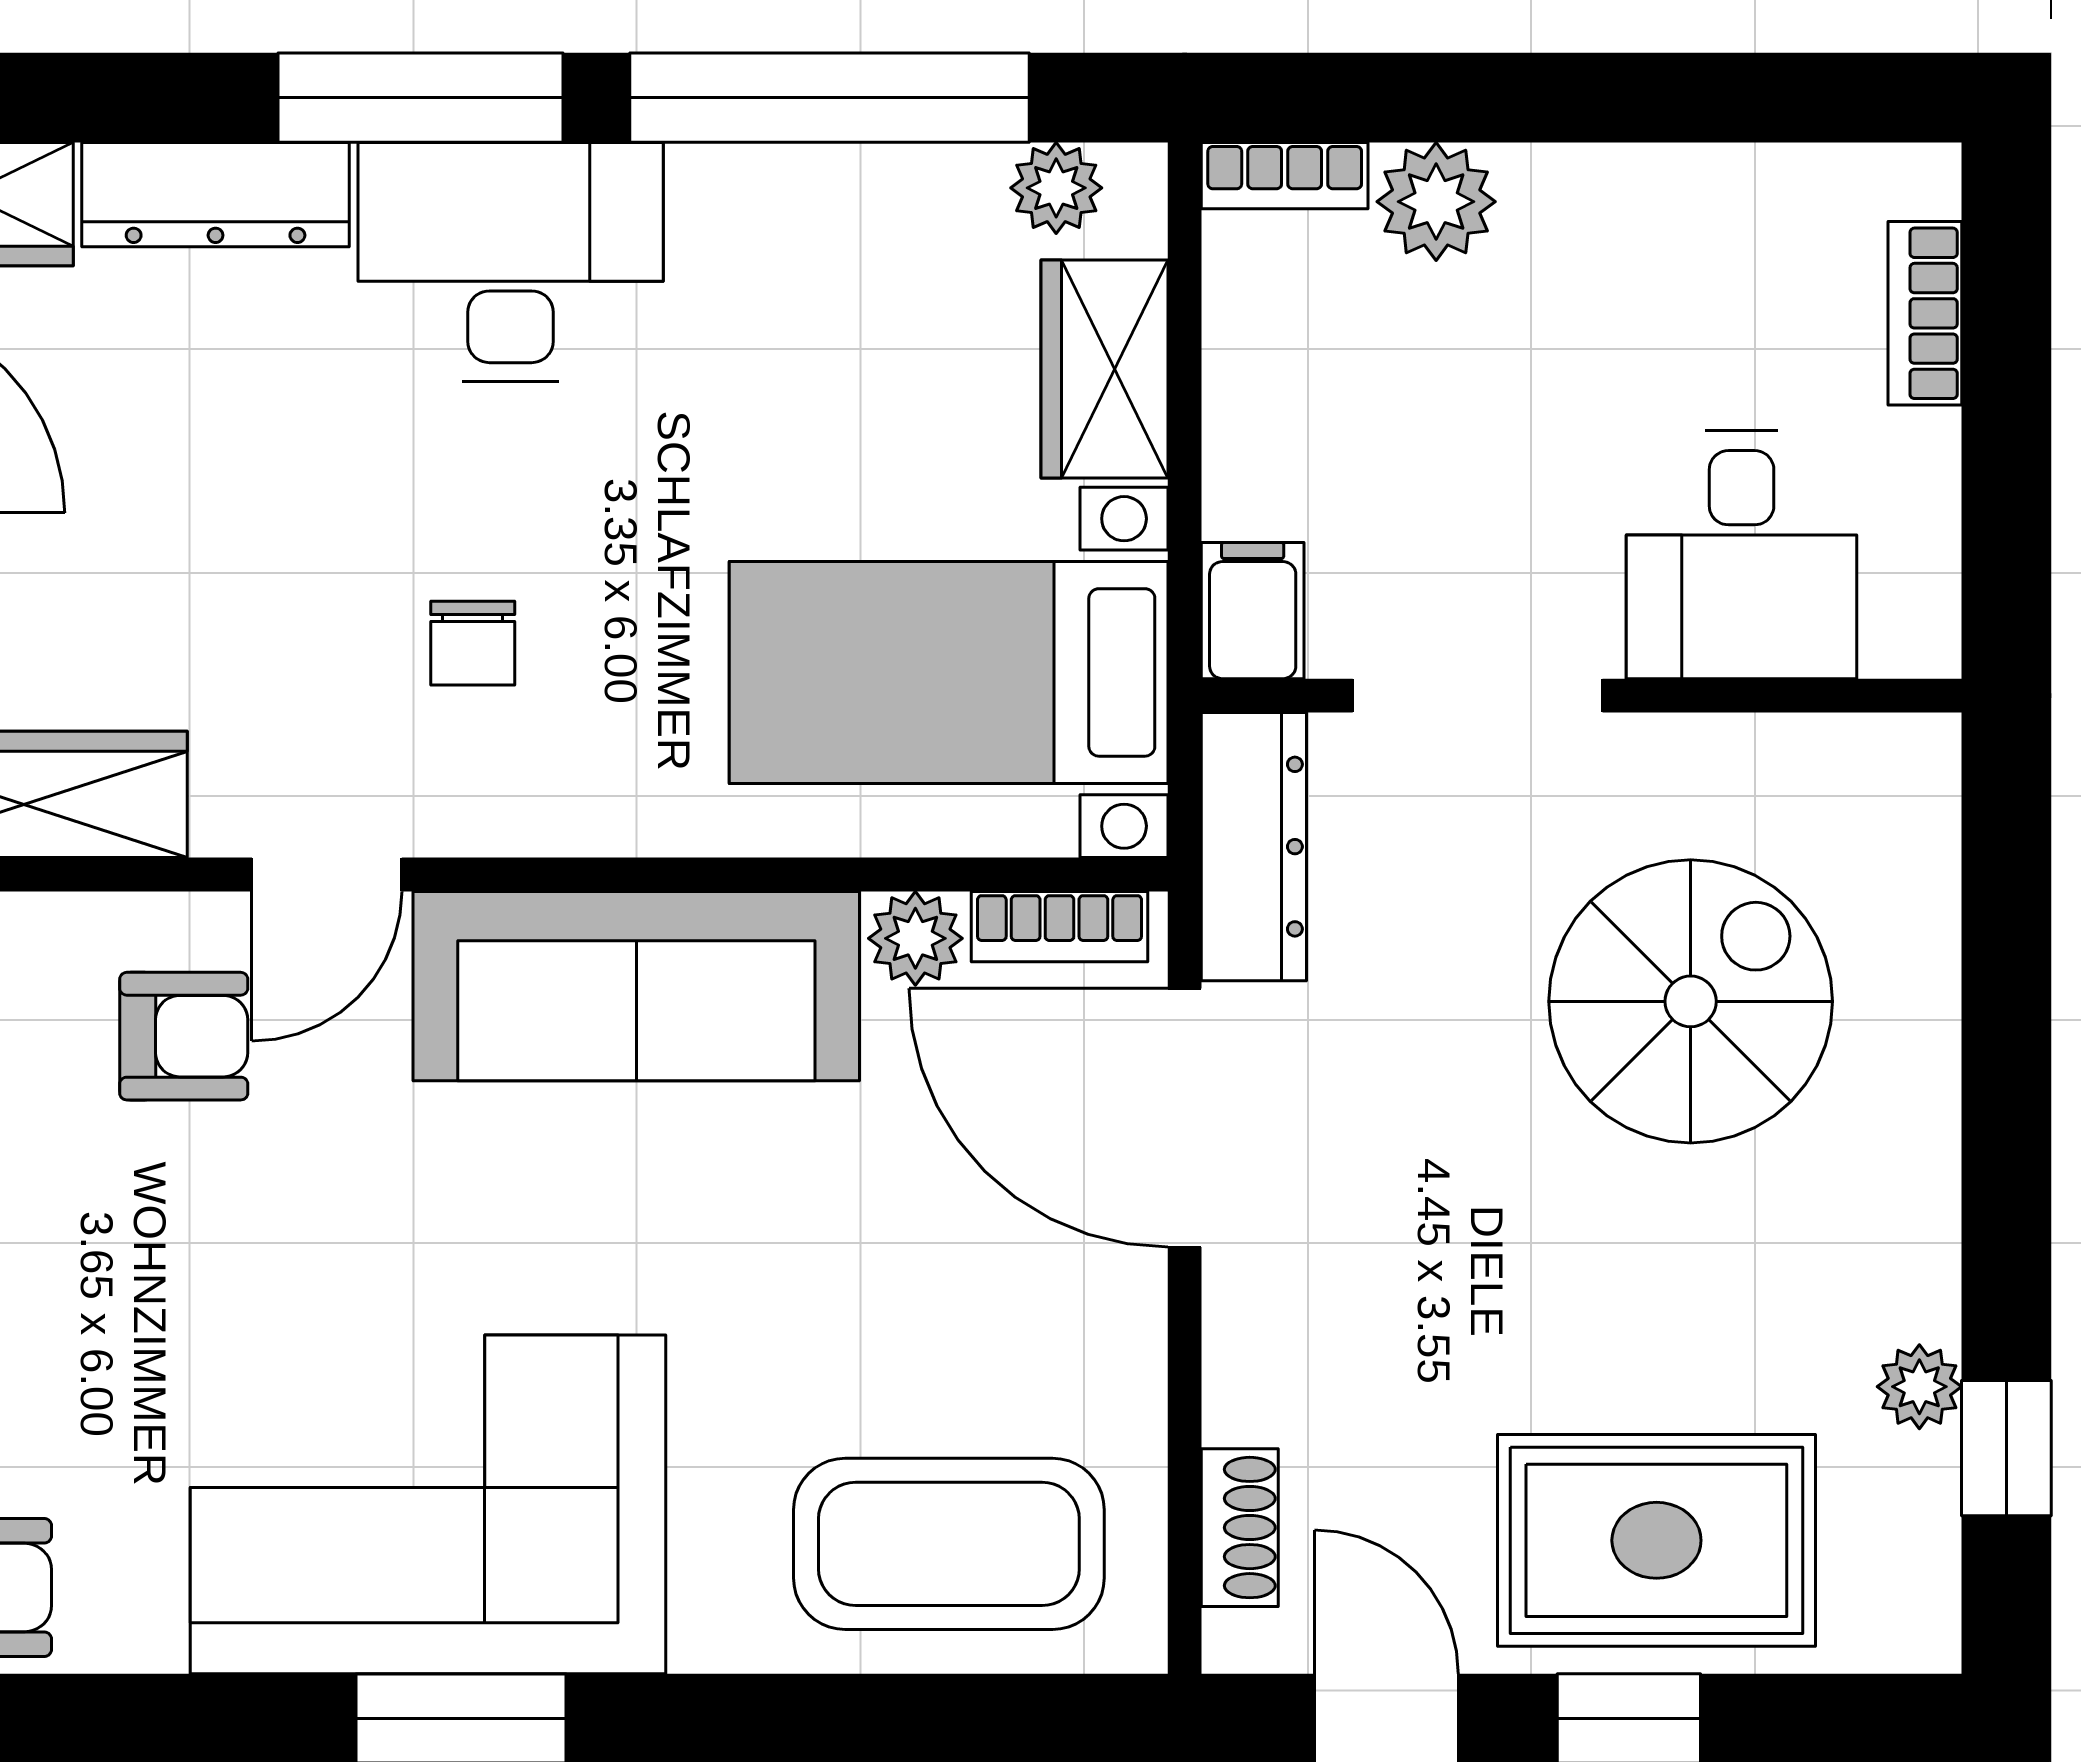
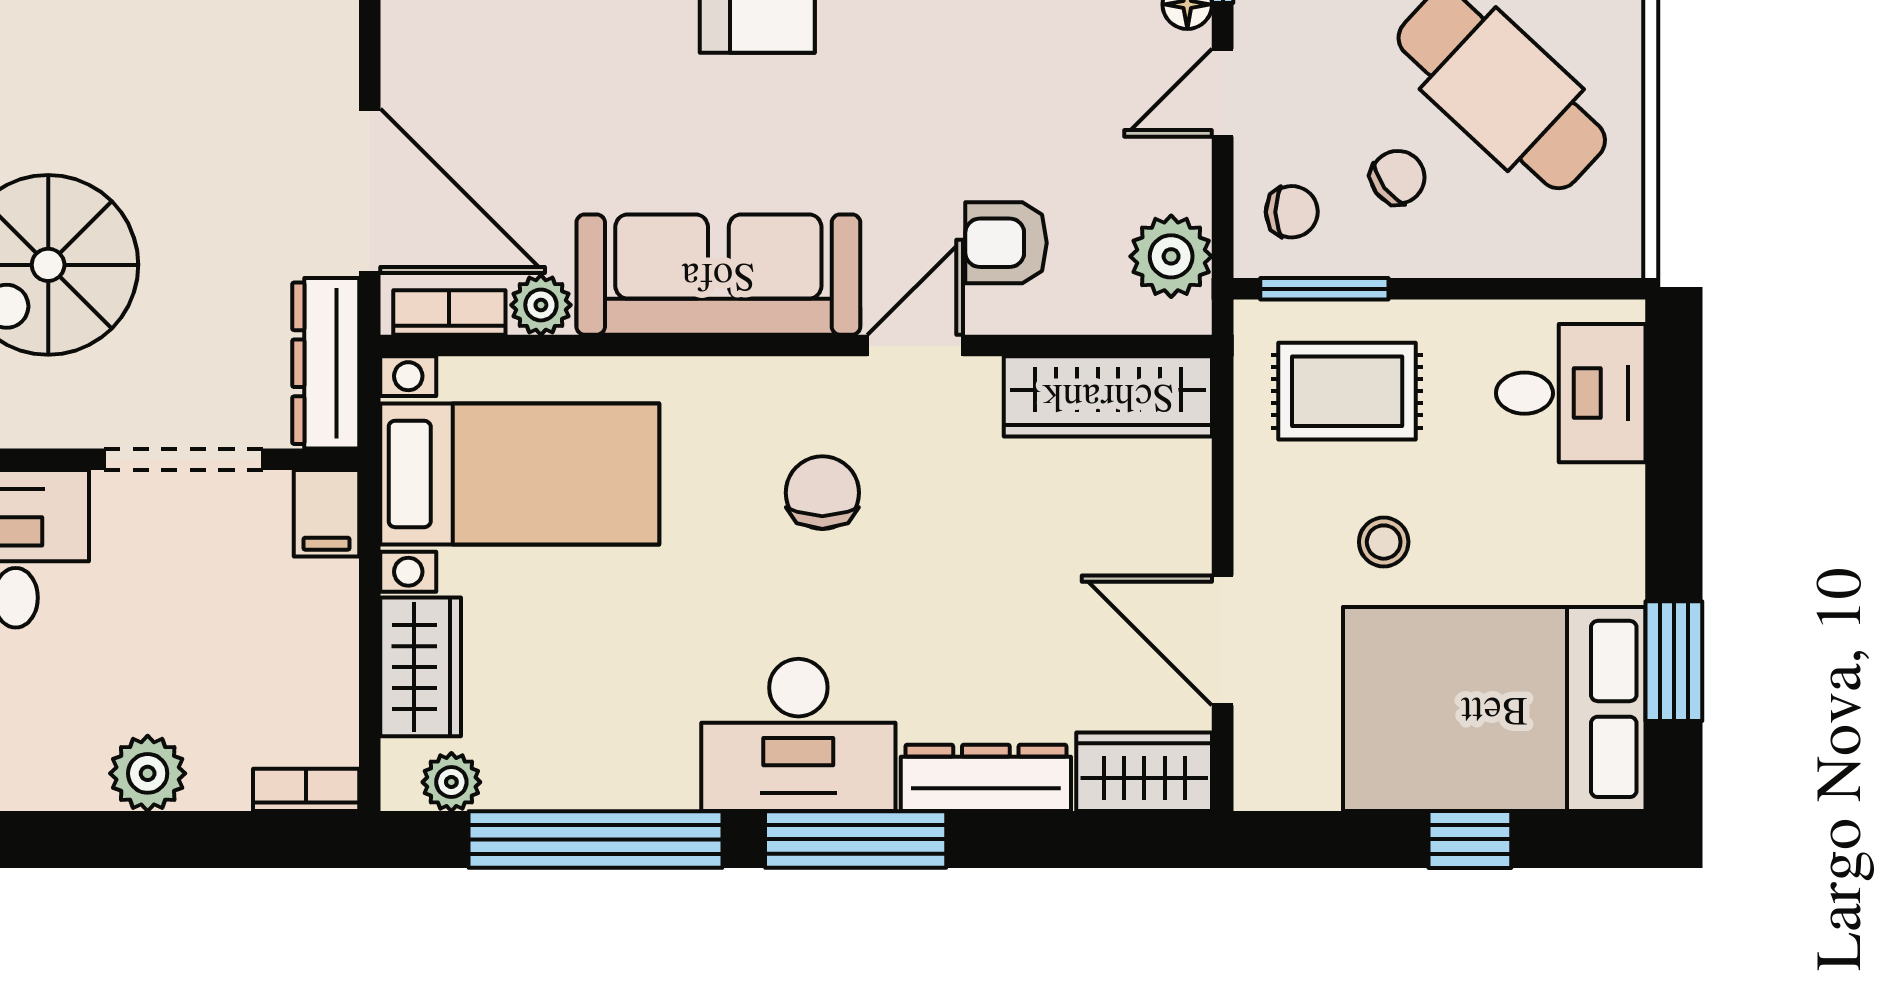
plant: (1436, 202) -> (148, 773), moved
chair: (473, 643) -> (822, 493), width x1.37, depth x1.37

